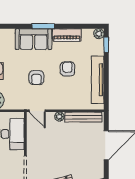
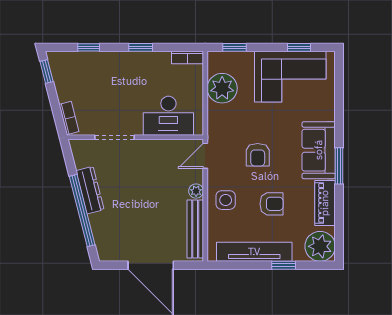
plant: (99, 34) -> (320, 246), width x1.88, depth x1.88
window: (106, 45) -> (284, 265), moved
armchair: (36, 78) -> (258, 155), turned -90
side table: (65, 98) -> (226, 200), added

